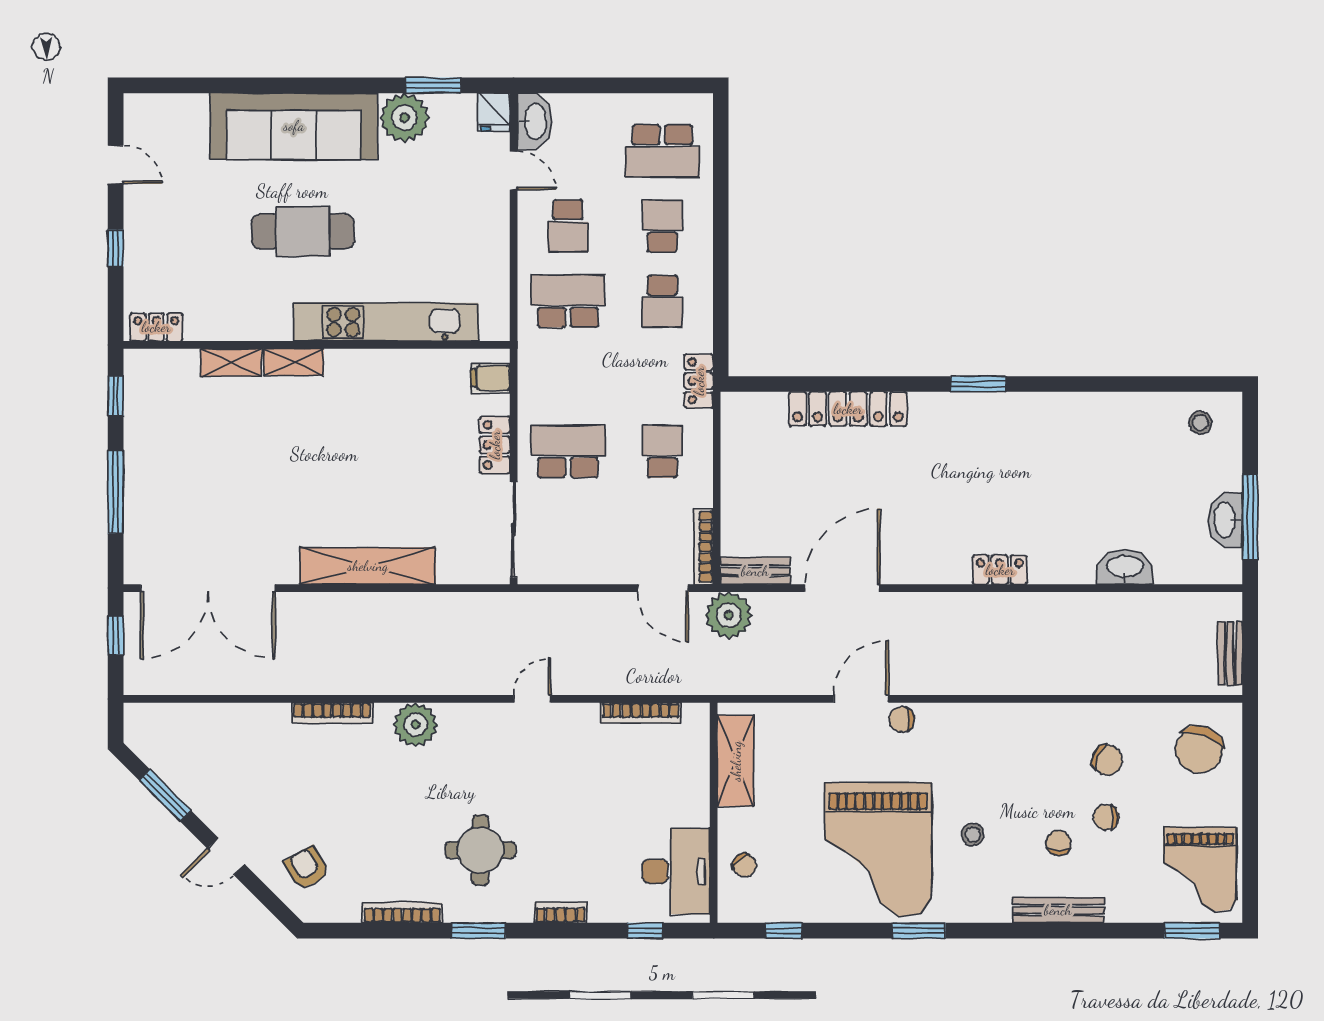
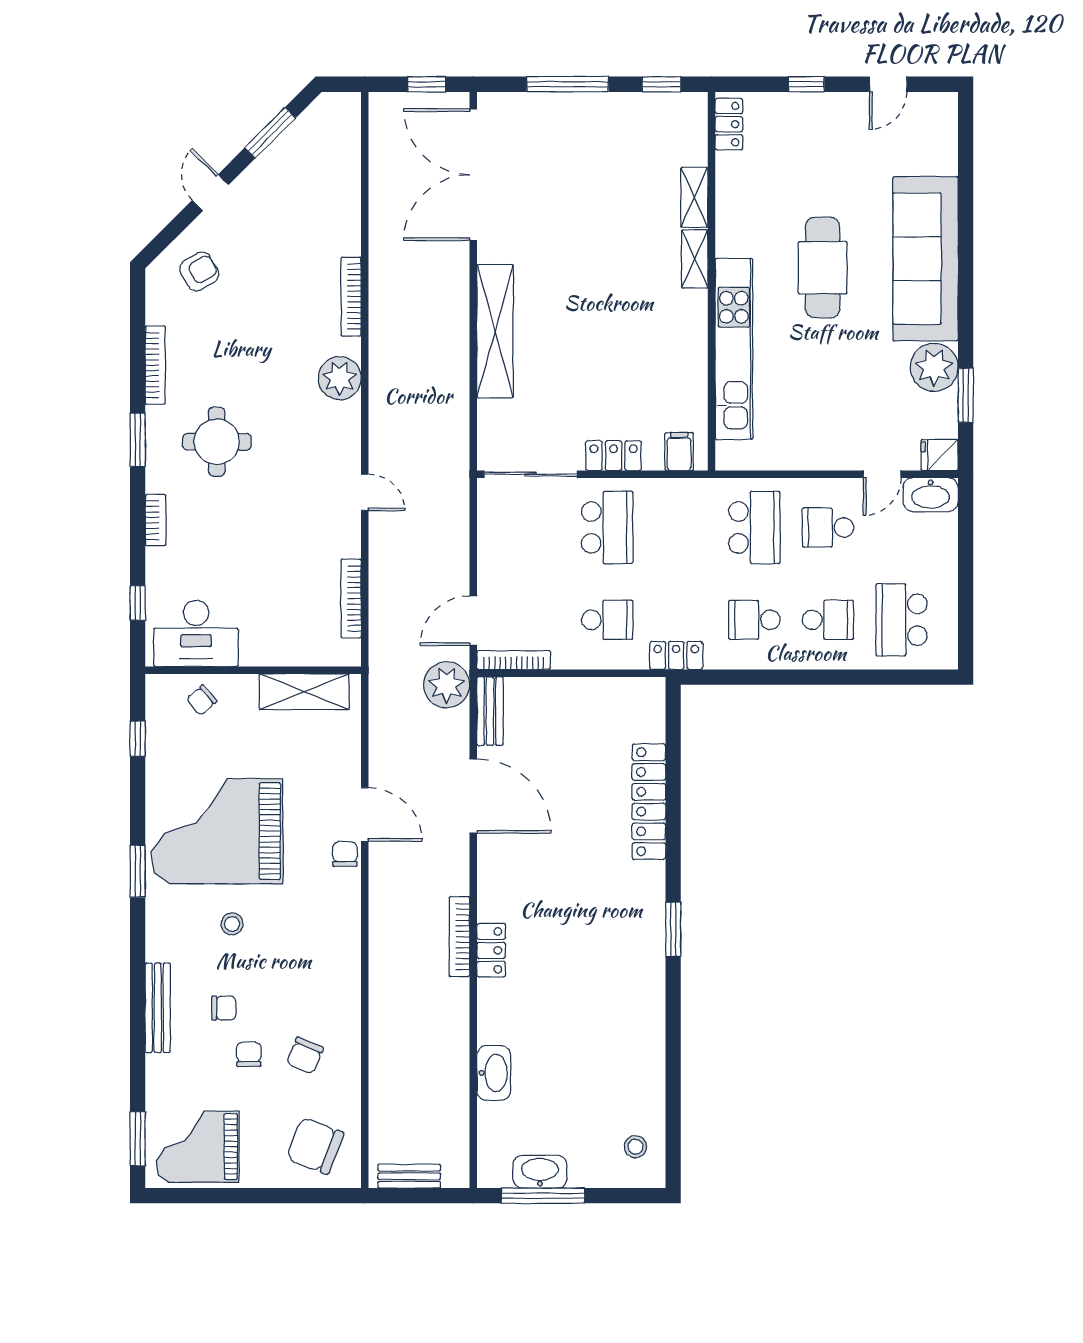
bookcase: (986, 602) -> (459, 937), added

